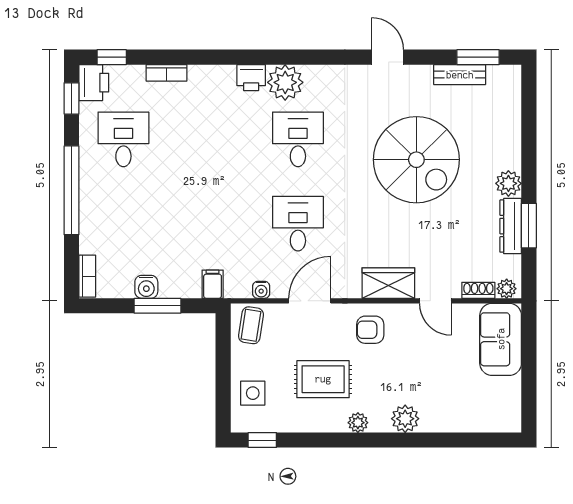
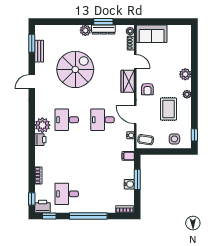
door: (436, 301) -> (135, 61), hinge flipped

